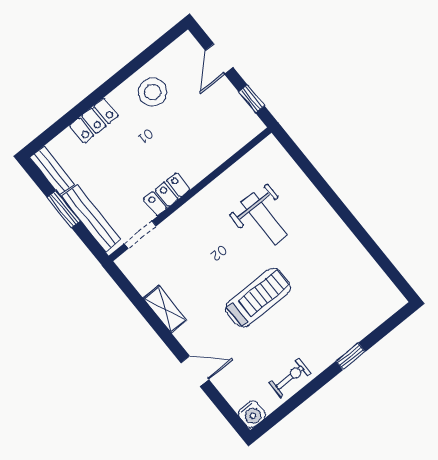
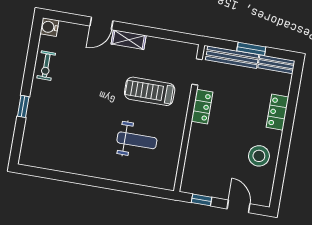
weight bench: (264, 219) -> (137, 140), turned 180
treadmill: (258, 298) -> (150, 91), moved, turned 90
shelving: (165, 309) -> (129, 40), moved

